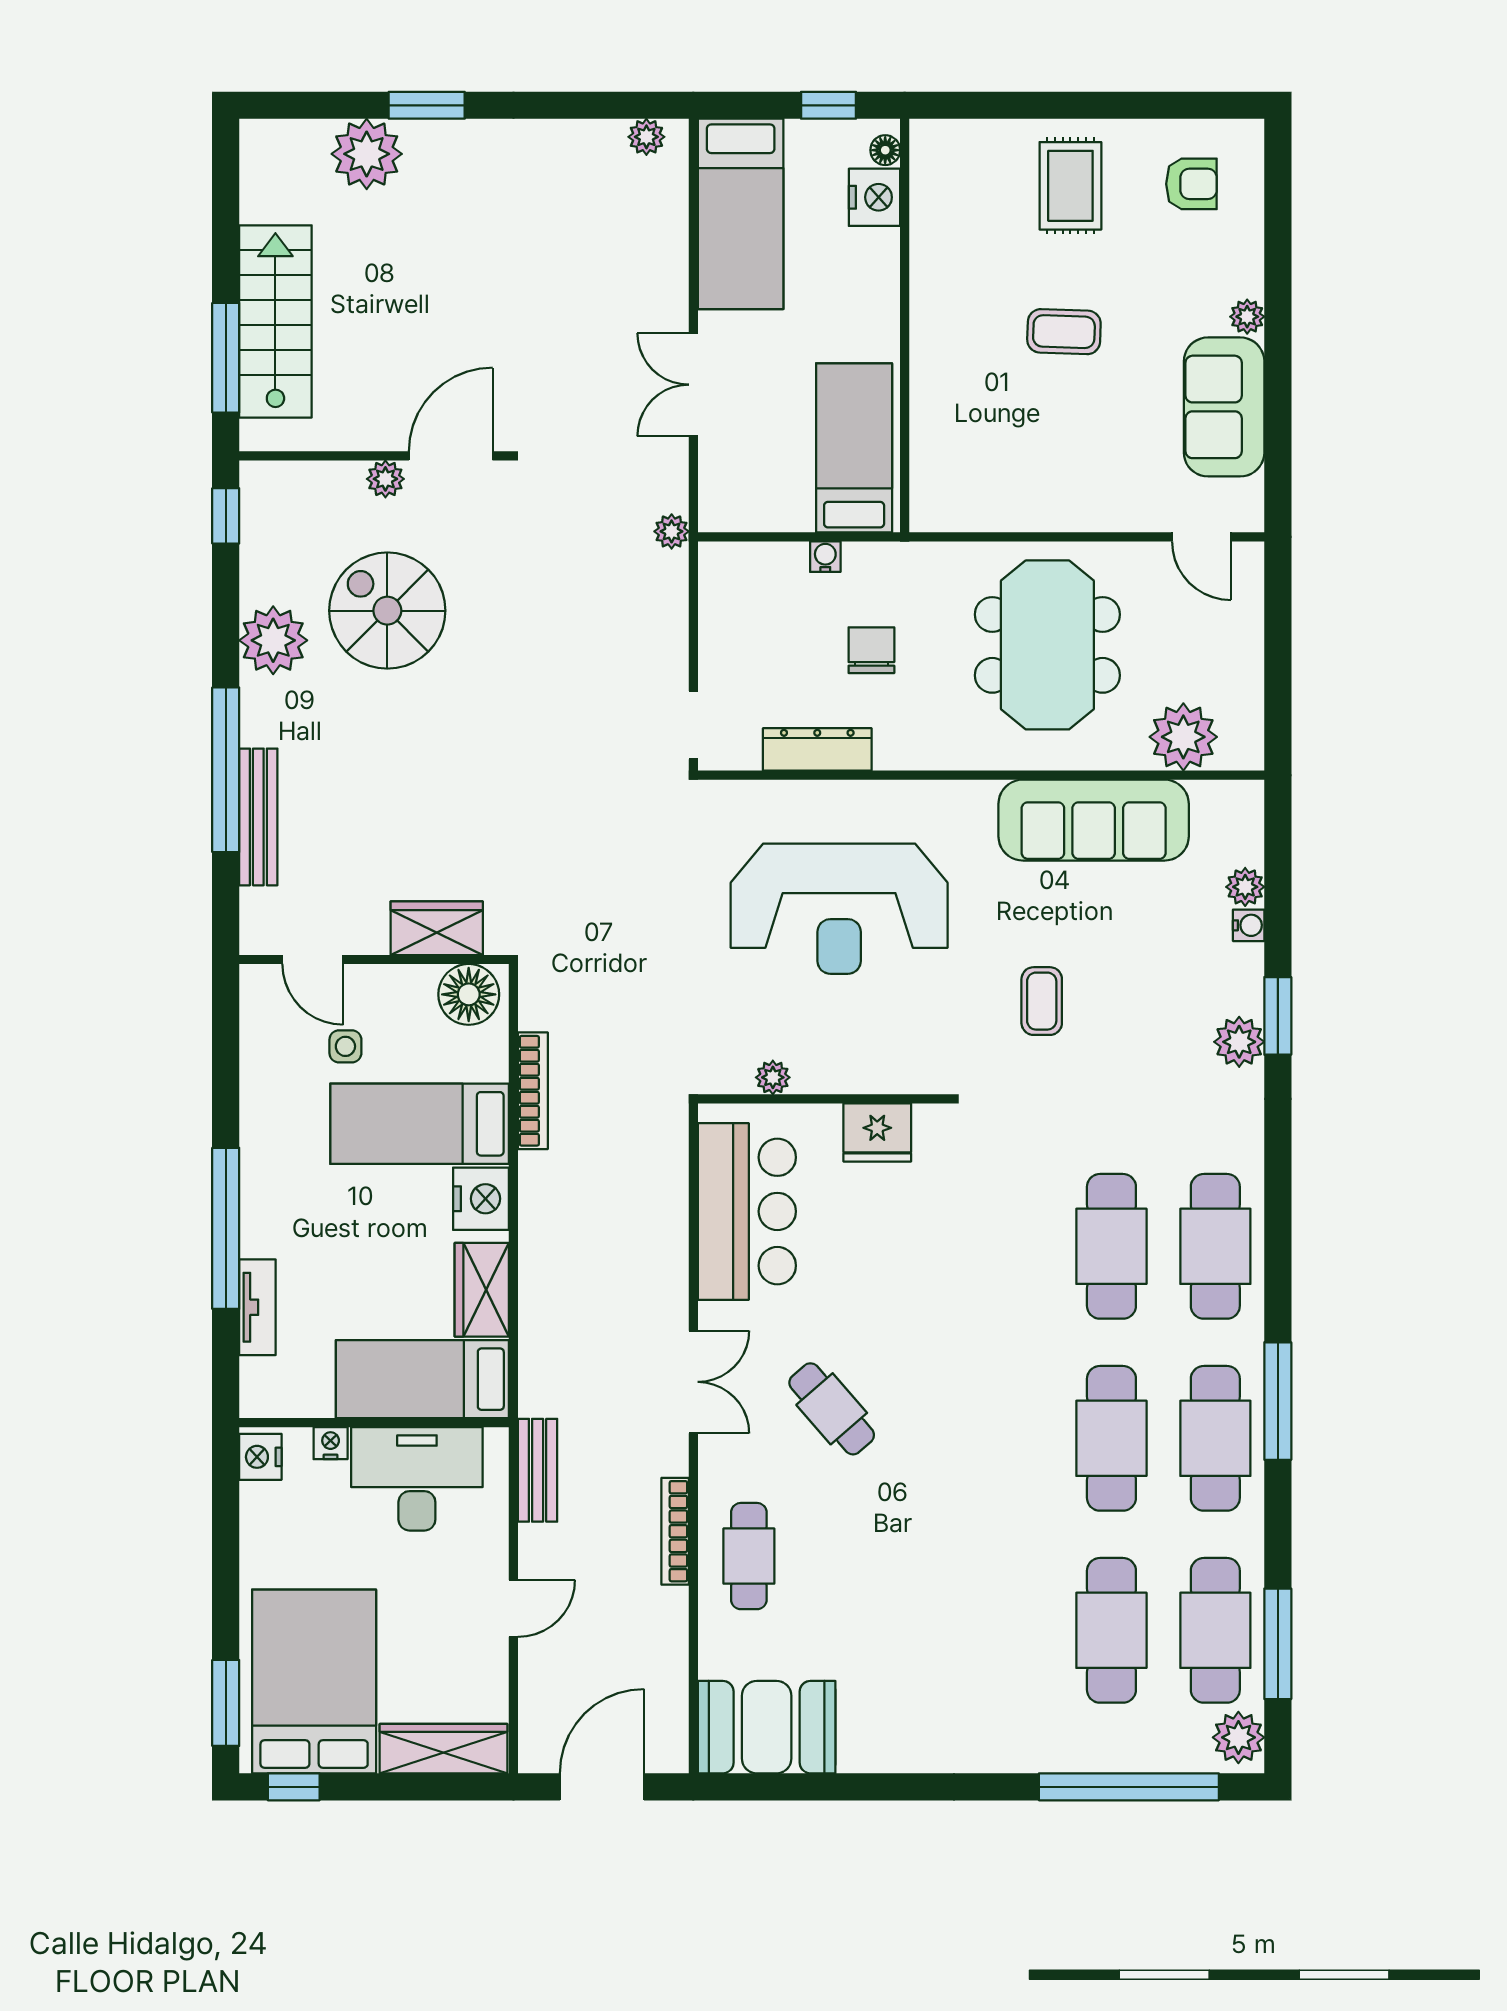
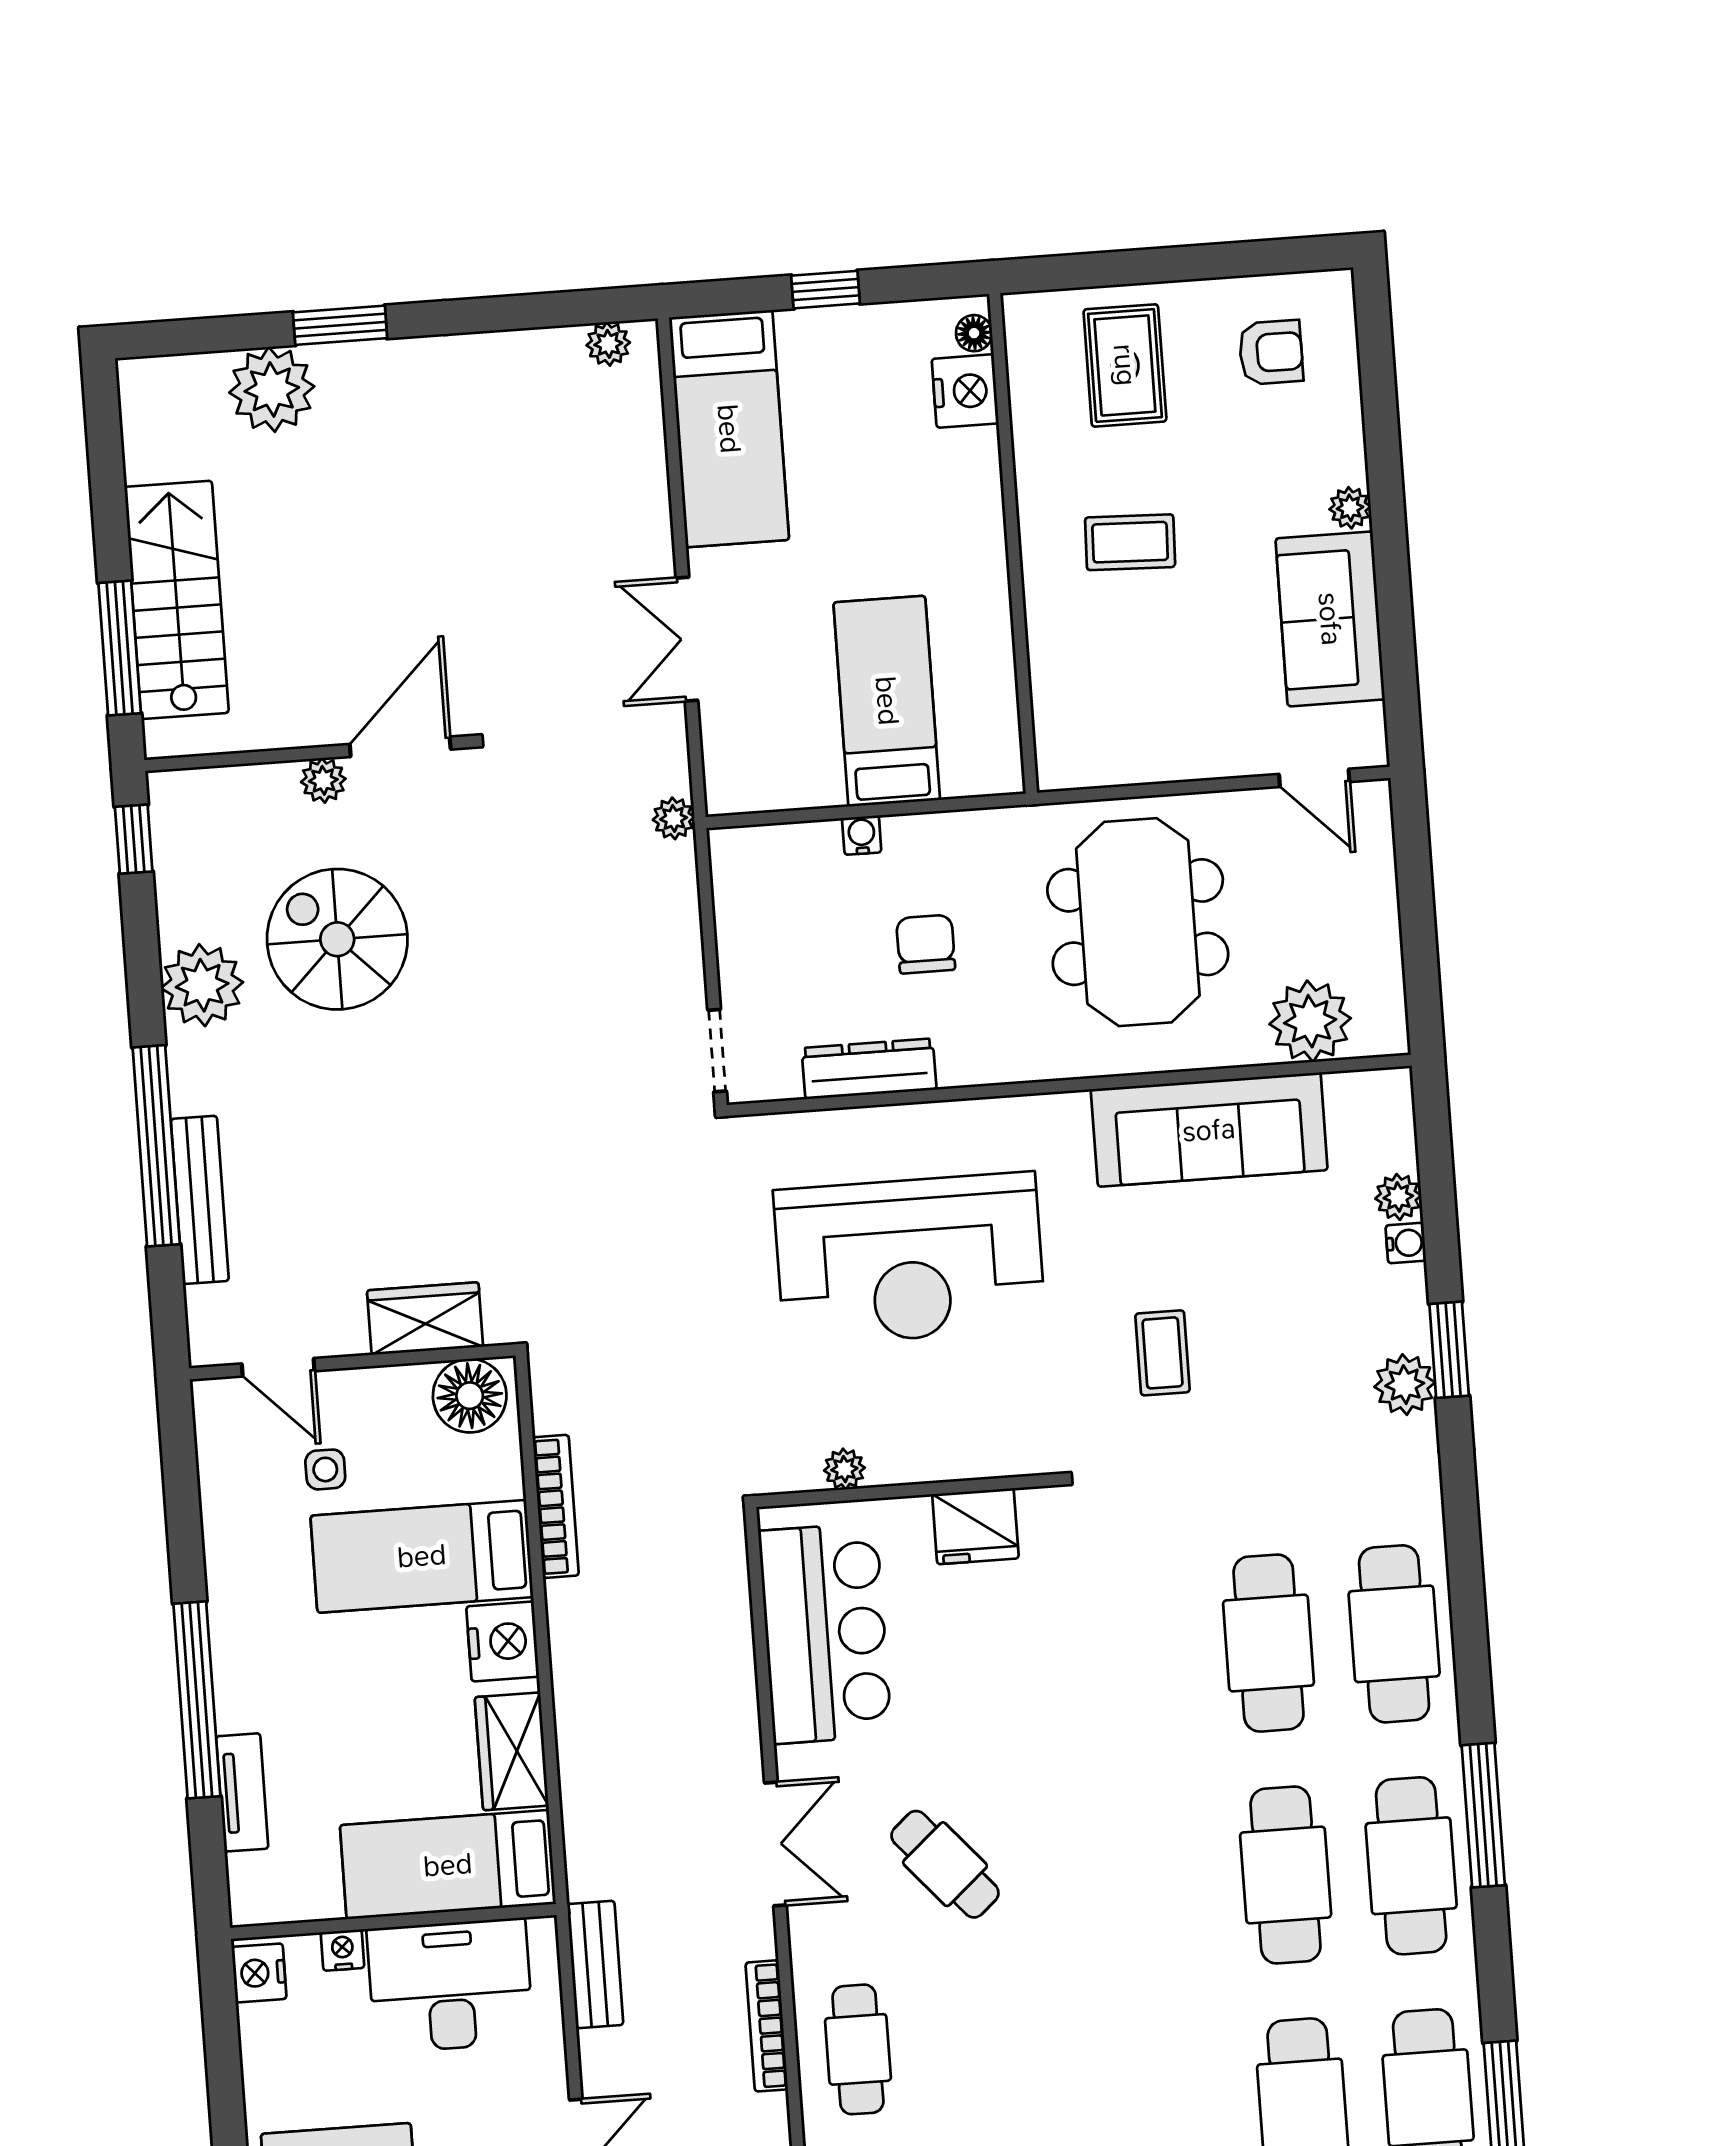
floor lamp: (885, 150) -> (974, 333), moved
nightstand: (874, 197) -> (965, 391), moved
wall: (905, 326) -> (1013, 543), moved

